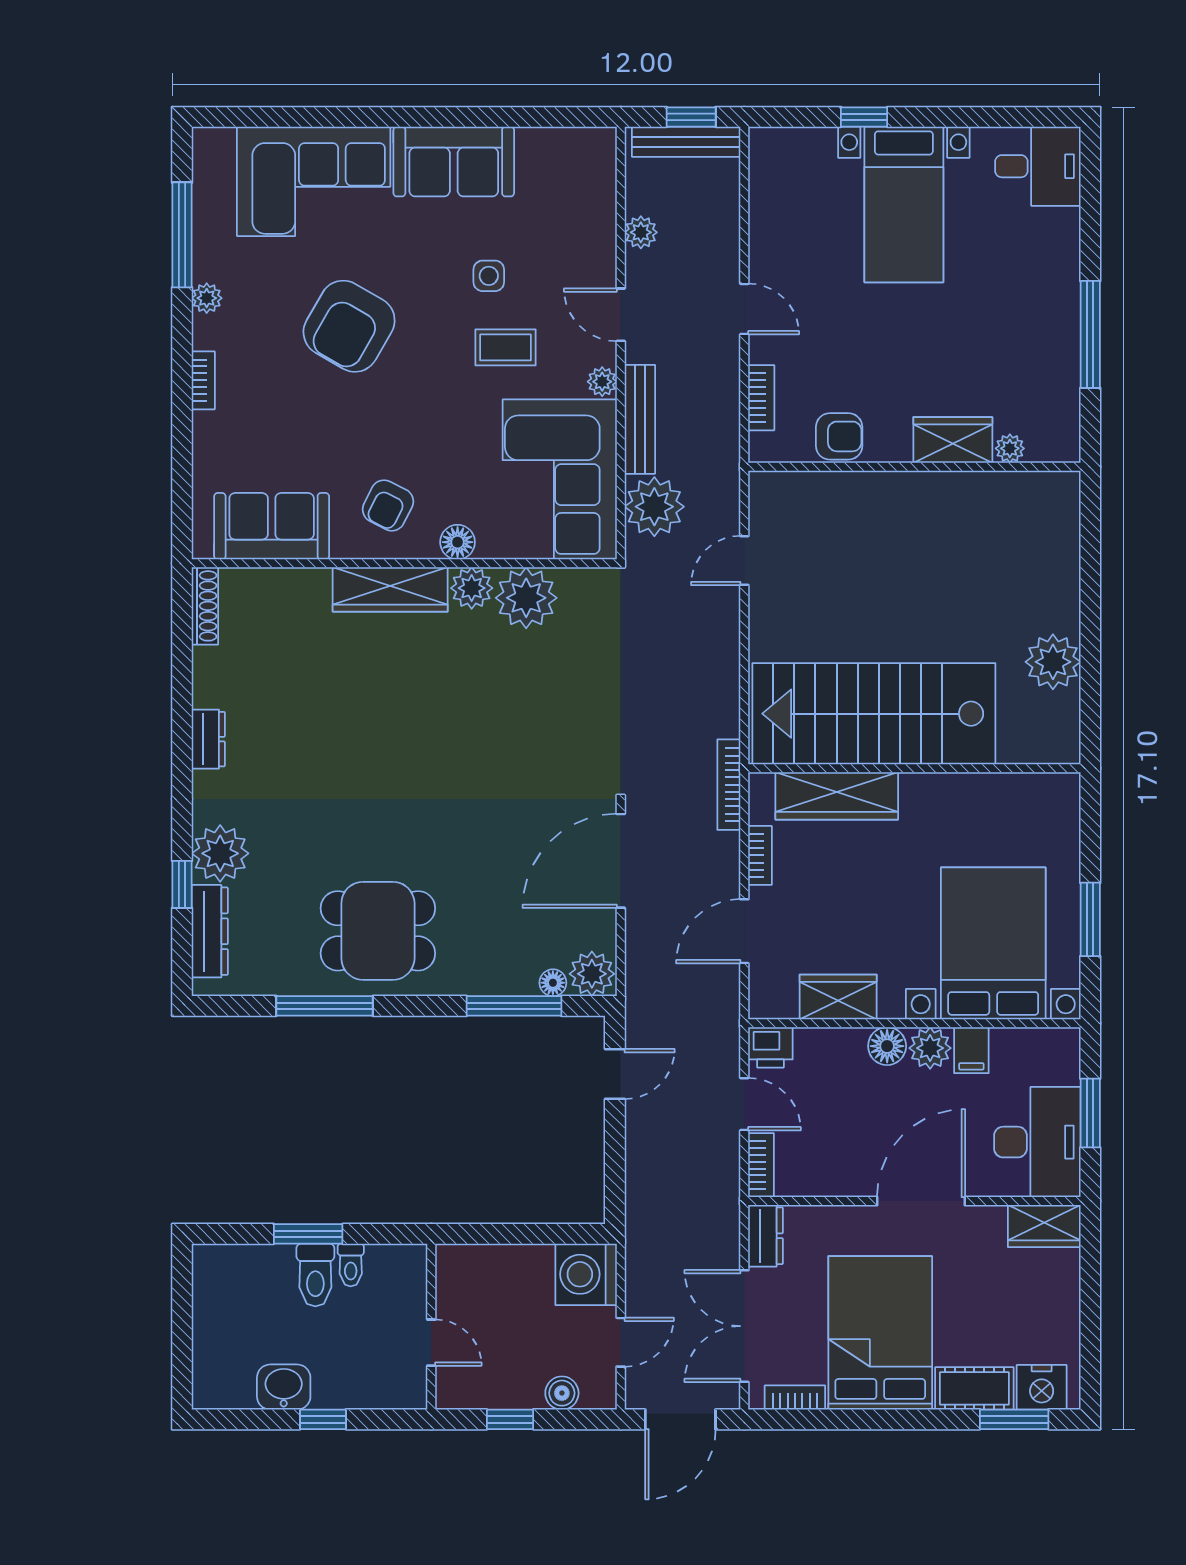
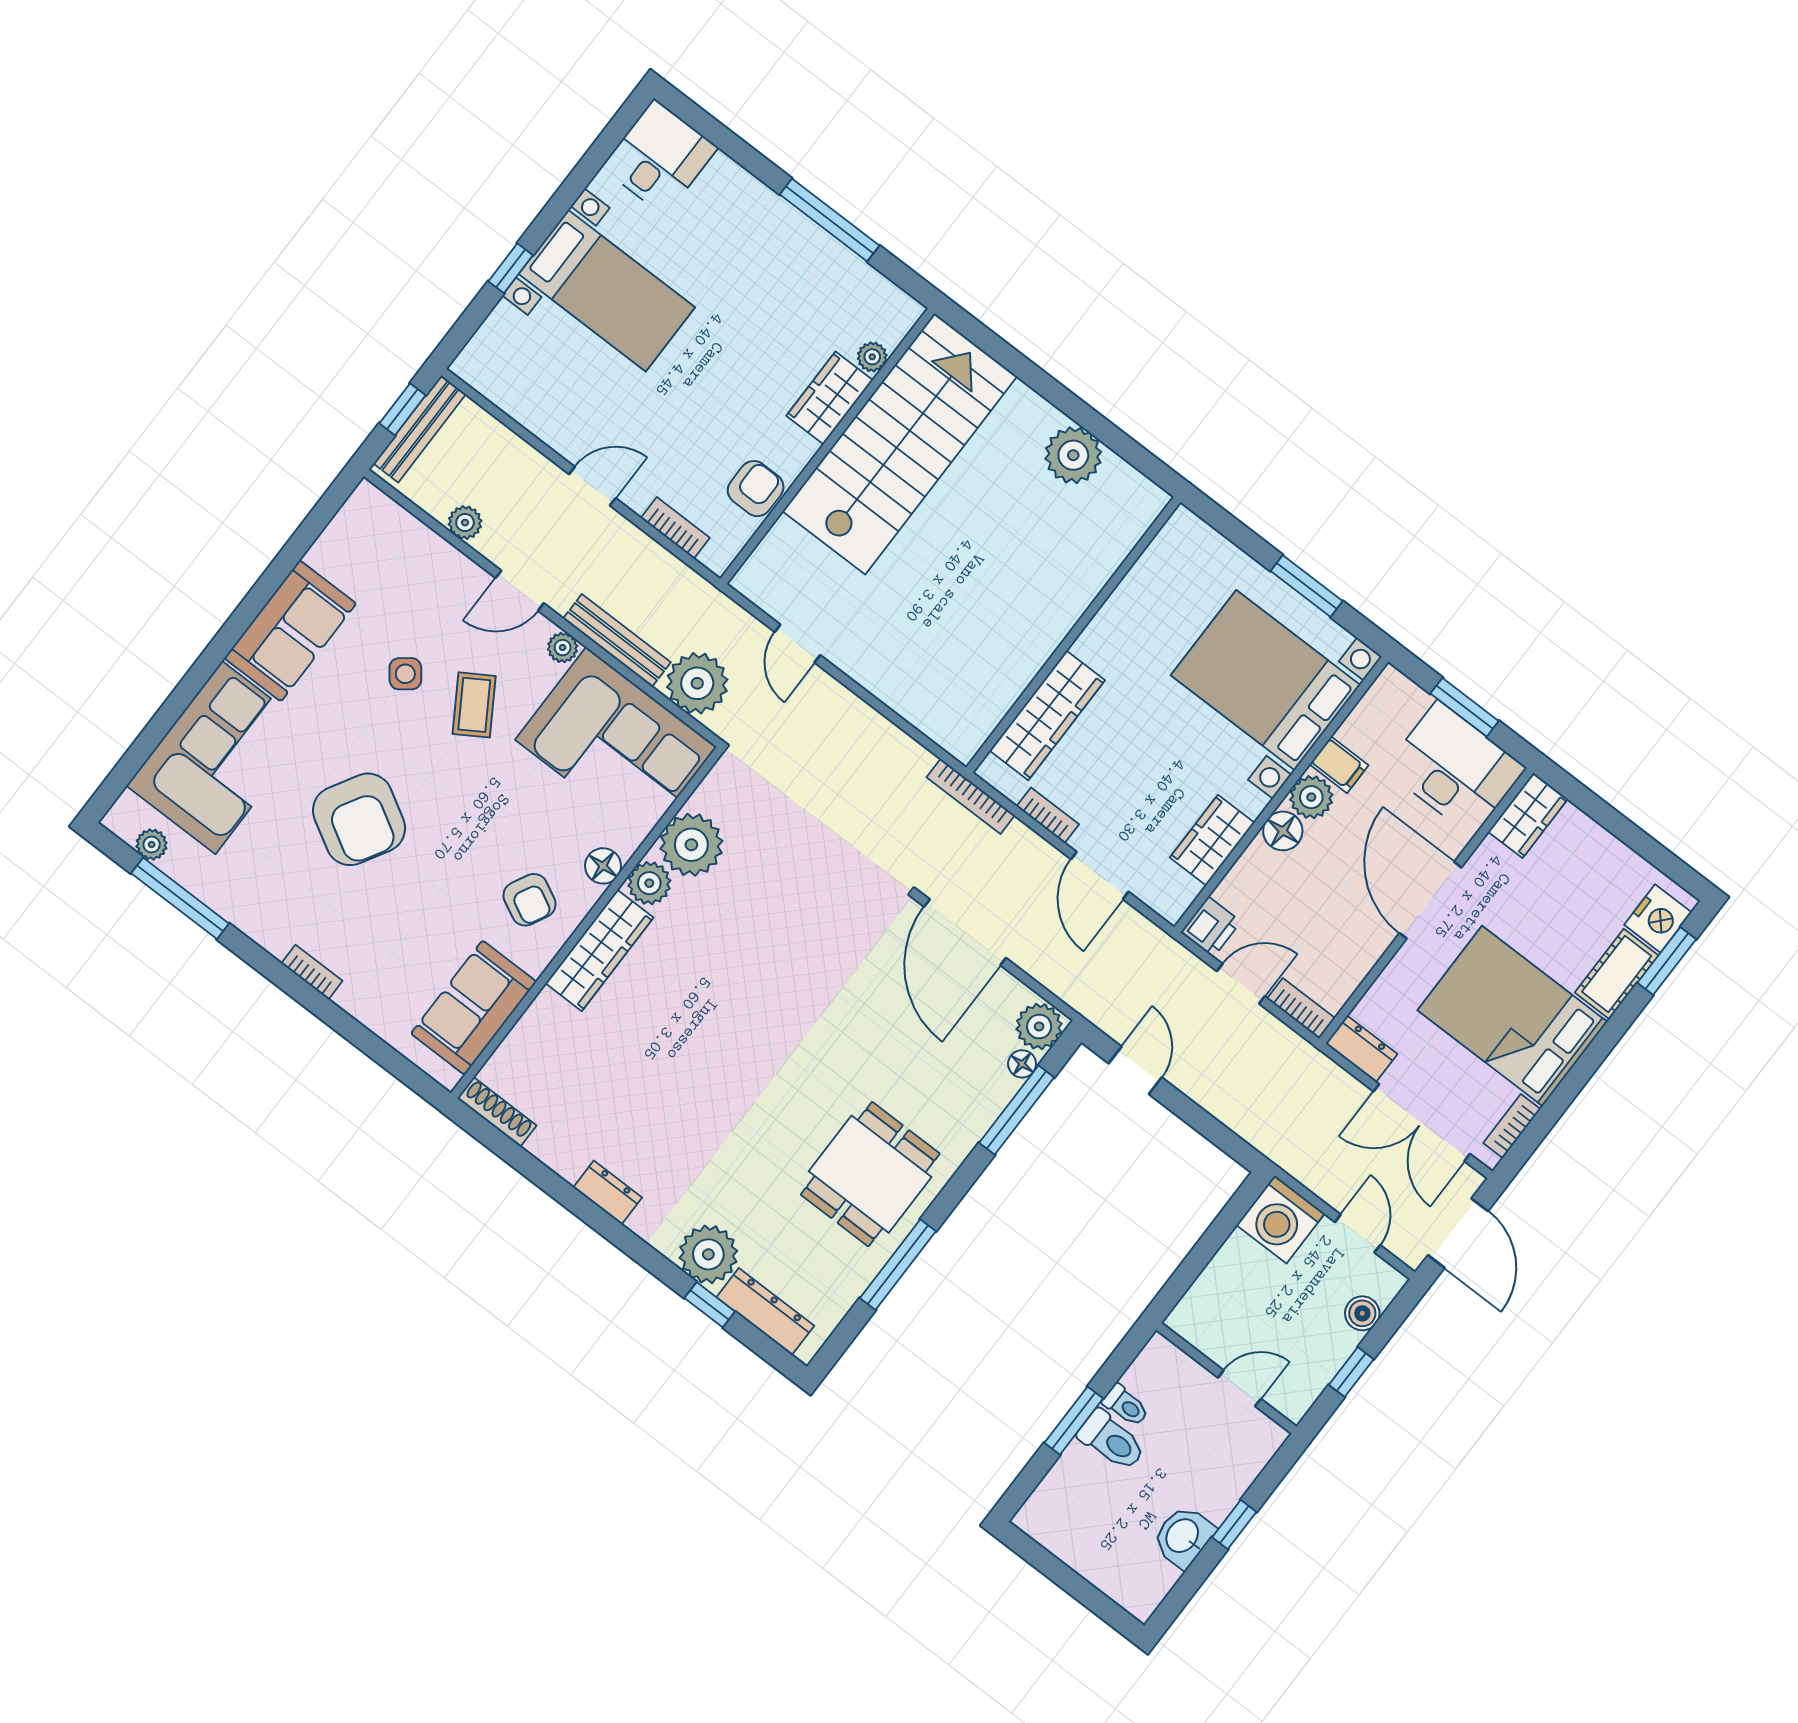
side table: (489, 276) -> (405, 674), turned -38
plant: (207, 298) -> (152, 844), moved
coffee table: (505, 347) -> (474, 705), turned -32
stairs: (874, 714) -> (900, 444), moved, turned 180

